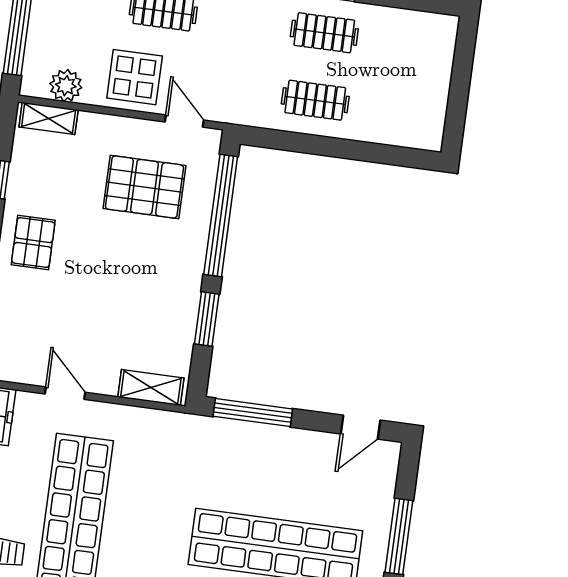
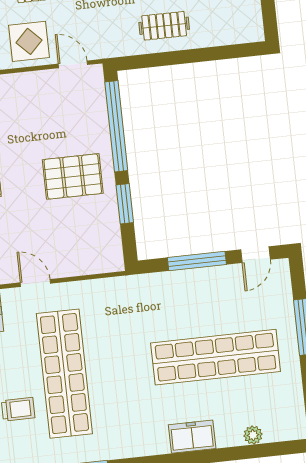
pallet: (144, 187) -> (73, 176), moved
shelving: (151, 388) -> (97, 264), removed
window: (253, 413) -> (197, 261), moved

